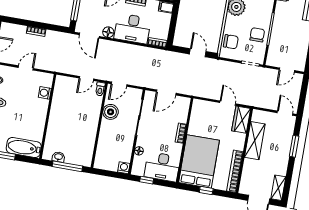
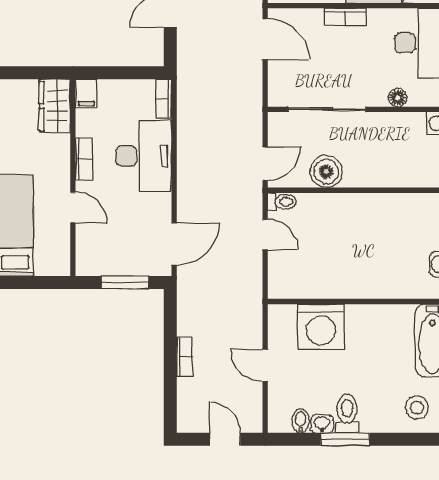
floor lamp: (108, 32) -> (160, 205), removed
door: (119, 84) -> (265, 164), hinge flipped
door: (166, 92) -> (265, 39), moved
washing machine: (45, 93) -> (321, 327), width x1.89, depth x1.89

